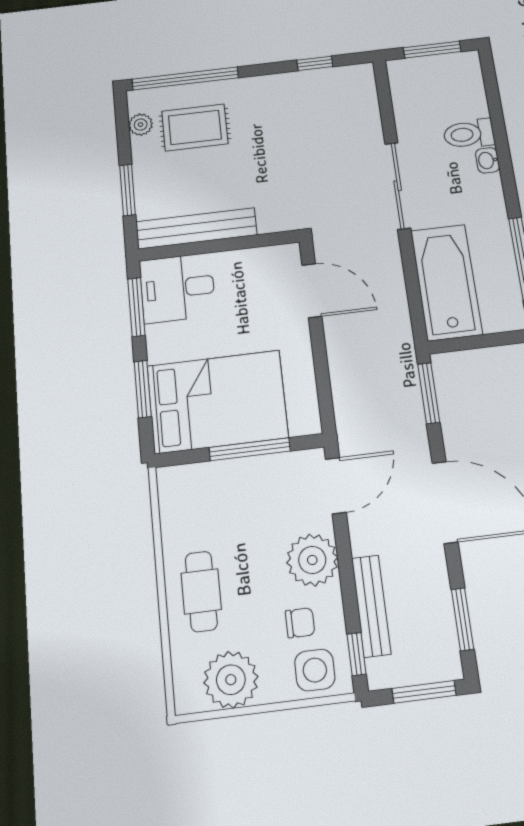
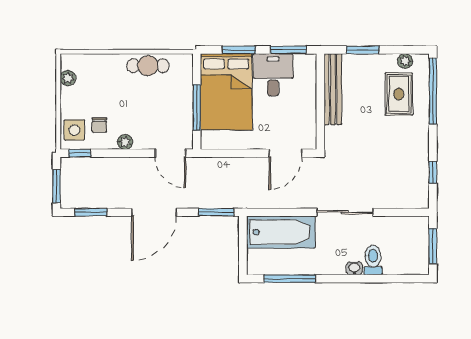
desk: (177, 288) -> (273, 75), moved
plant: (312, 560) -> (125, 142), width x0.53, depth x0.53
cafe table: (201, 591) -> (148, 66), moved
bench: (371, 606) -> (104, 164), removed
plant: (231, 680) -> (68, 78), width x0.53, depth x0.53

